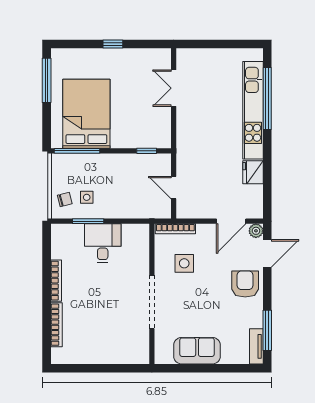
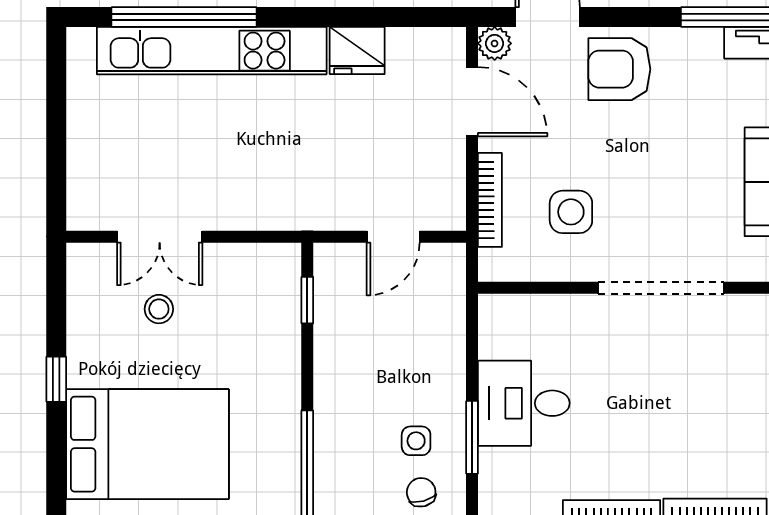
stool: (143, 88) -> (159, 309), added
bed: (86, 114) -> (147, 444), moved, turned 180
bookcase: (175, 229) -> (490, 200), moved

